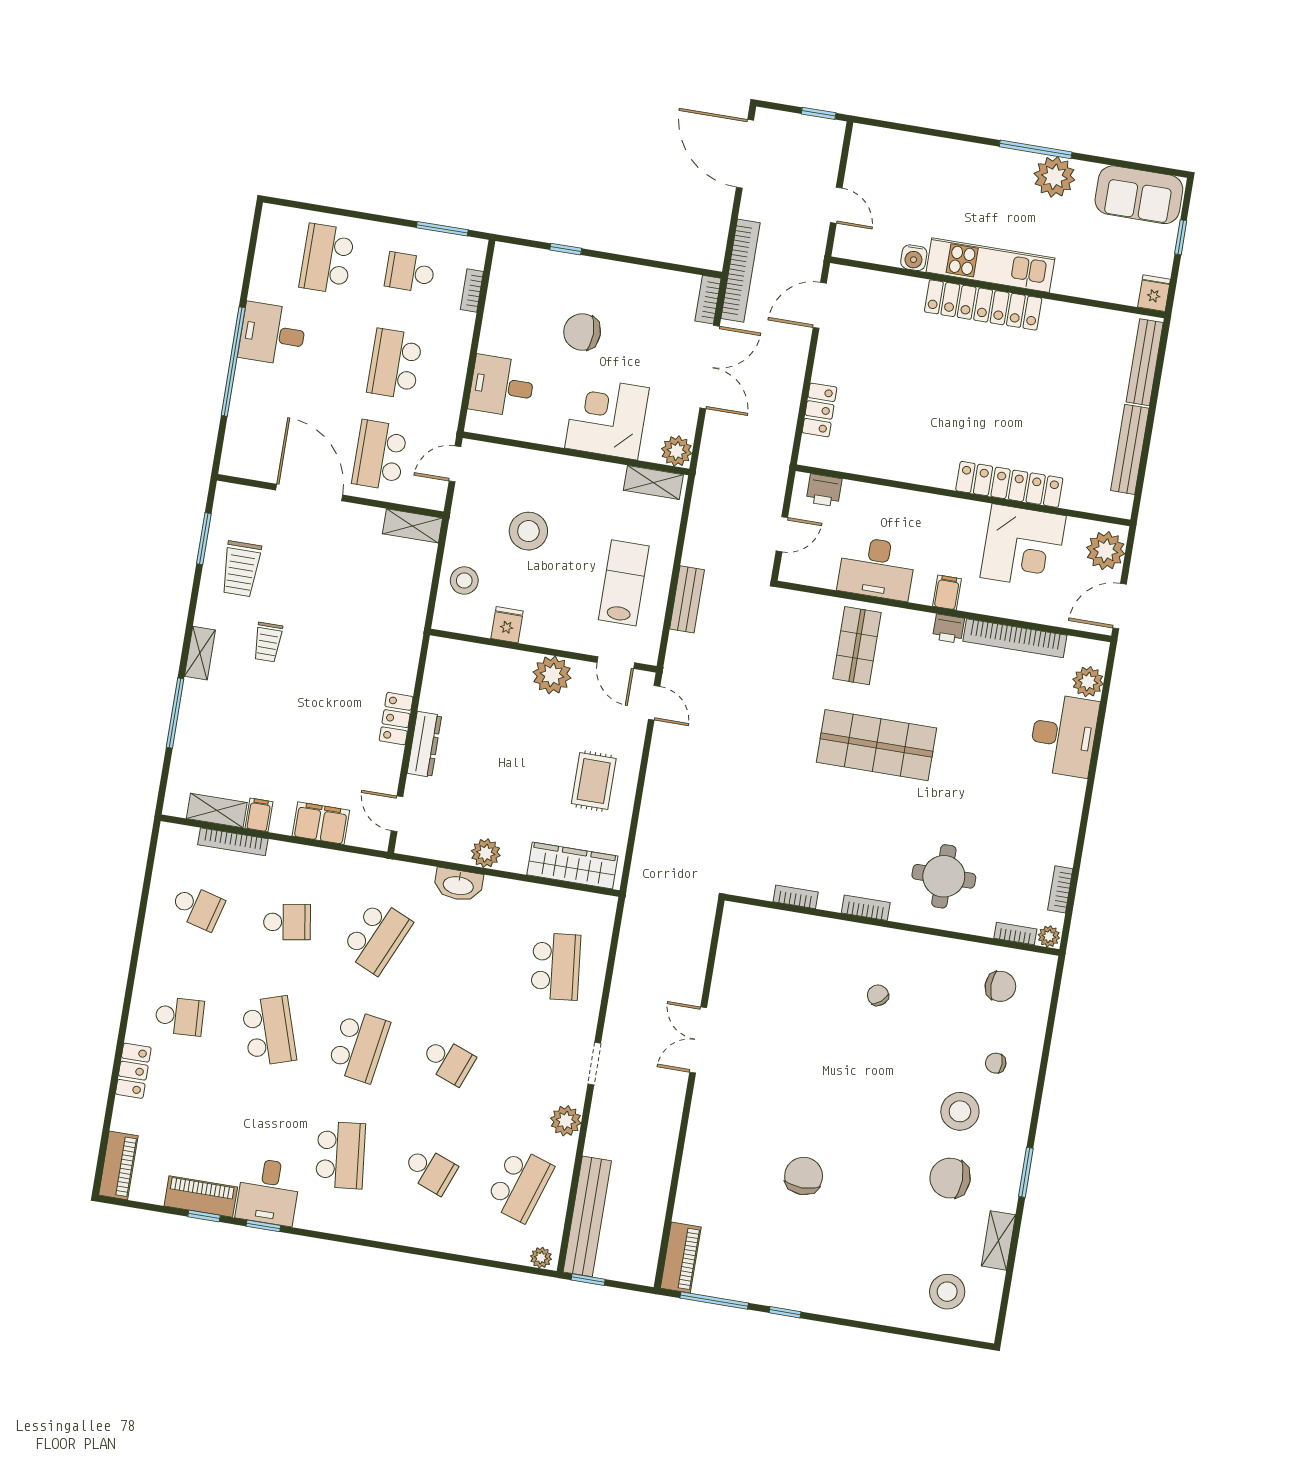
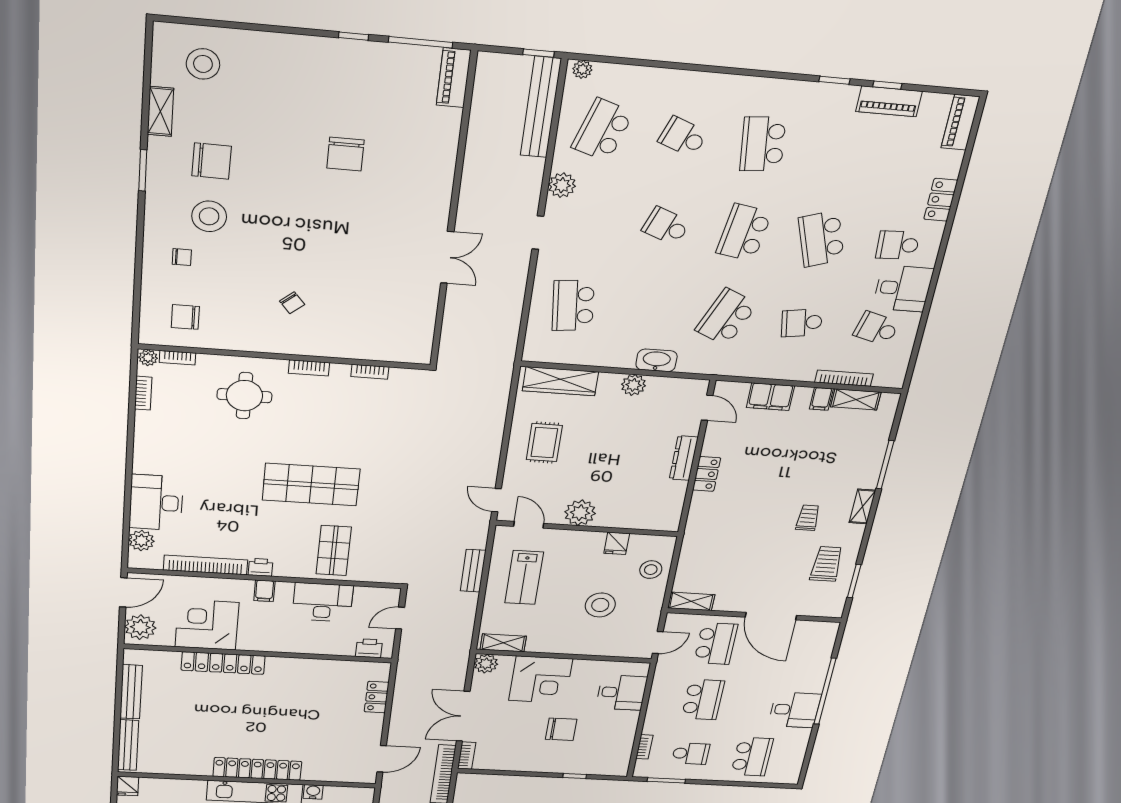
desk: (268, 1192) -> (903, 288), moved, turned 90

